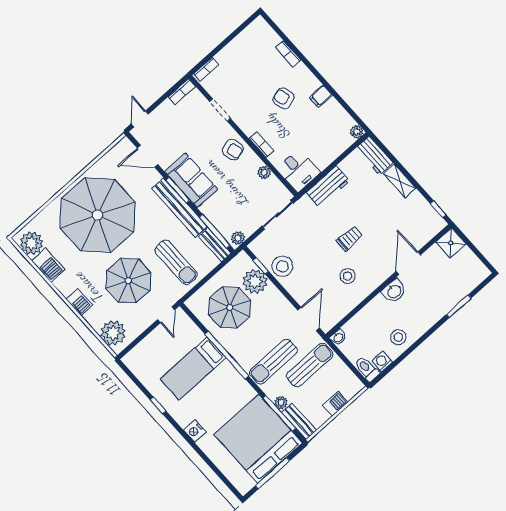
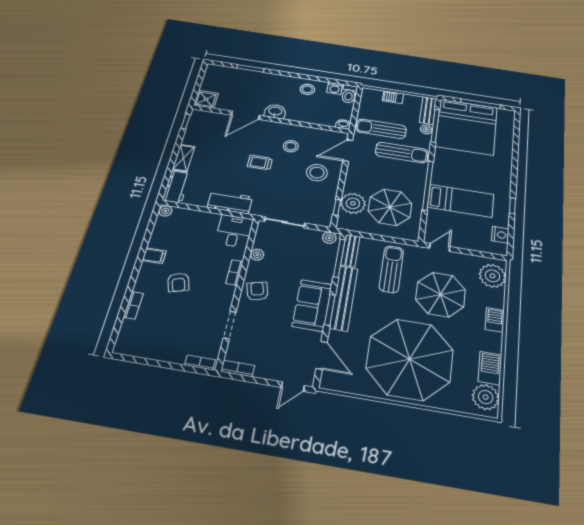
stool: (282, 266) -> (317, 173), moved
nightstand: (195, 431) -> (500, 235), moved

